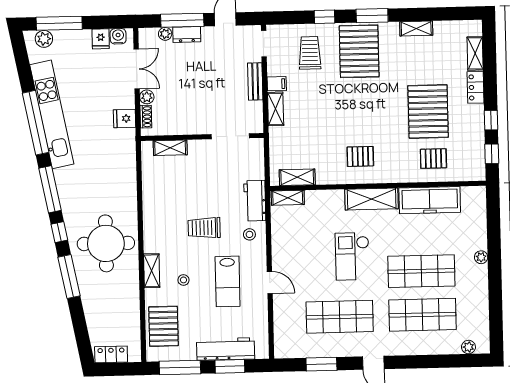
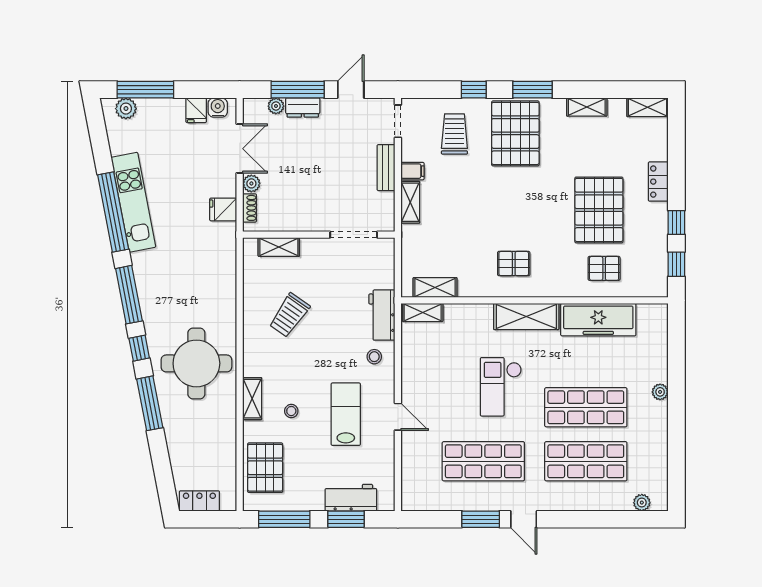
shelving: (475, 53) -> (647, 107), moved, turned 90
kitchen unit: (52, 114) -> (133, 202), width x0.73
trolley: (204, 228) -> (289, 315), moved, turned -55
lab bench: (228, 281) -> (346, 414), turned 180
workbench: (226, 349) -> (351, 498), width x0.73
window: (321, 364) -> (481, 519), moved

